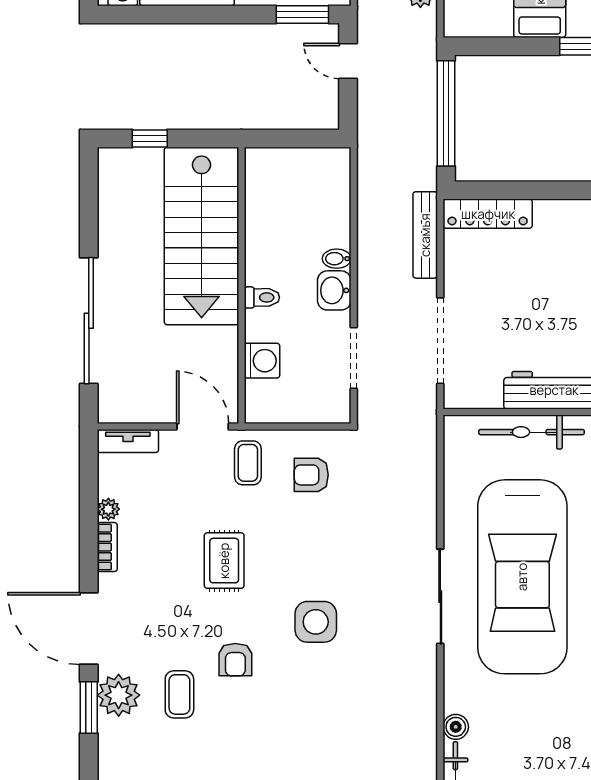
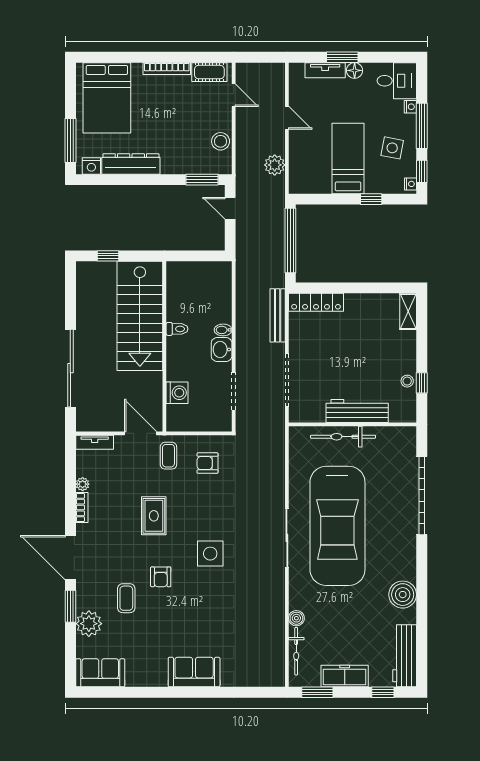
toilet: (262, 297) -> (177, 329), moved
plant: (119, 695) -> (89, 624), moved

